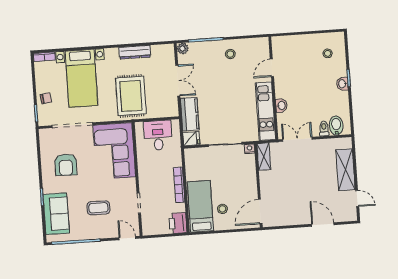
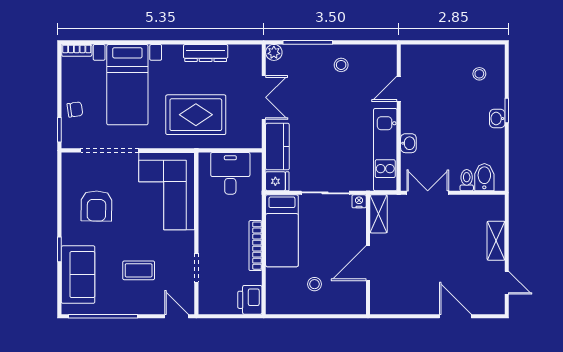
rug: (131, 96) -> (196, 115), turned 90
shelving: (345, 170) -> (496, 241), width x0.67, depth x0.75
bed: (200, 206) -> (282, 231), moved, turned 180
door: (260, 212) -> (368, 263), moved

